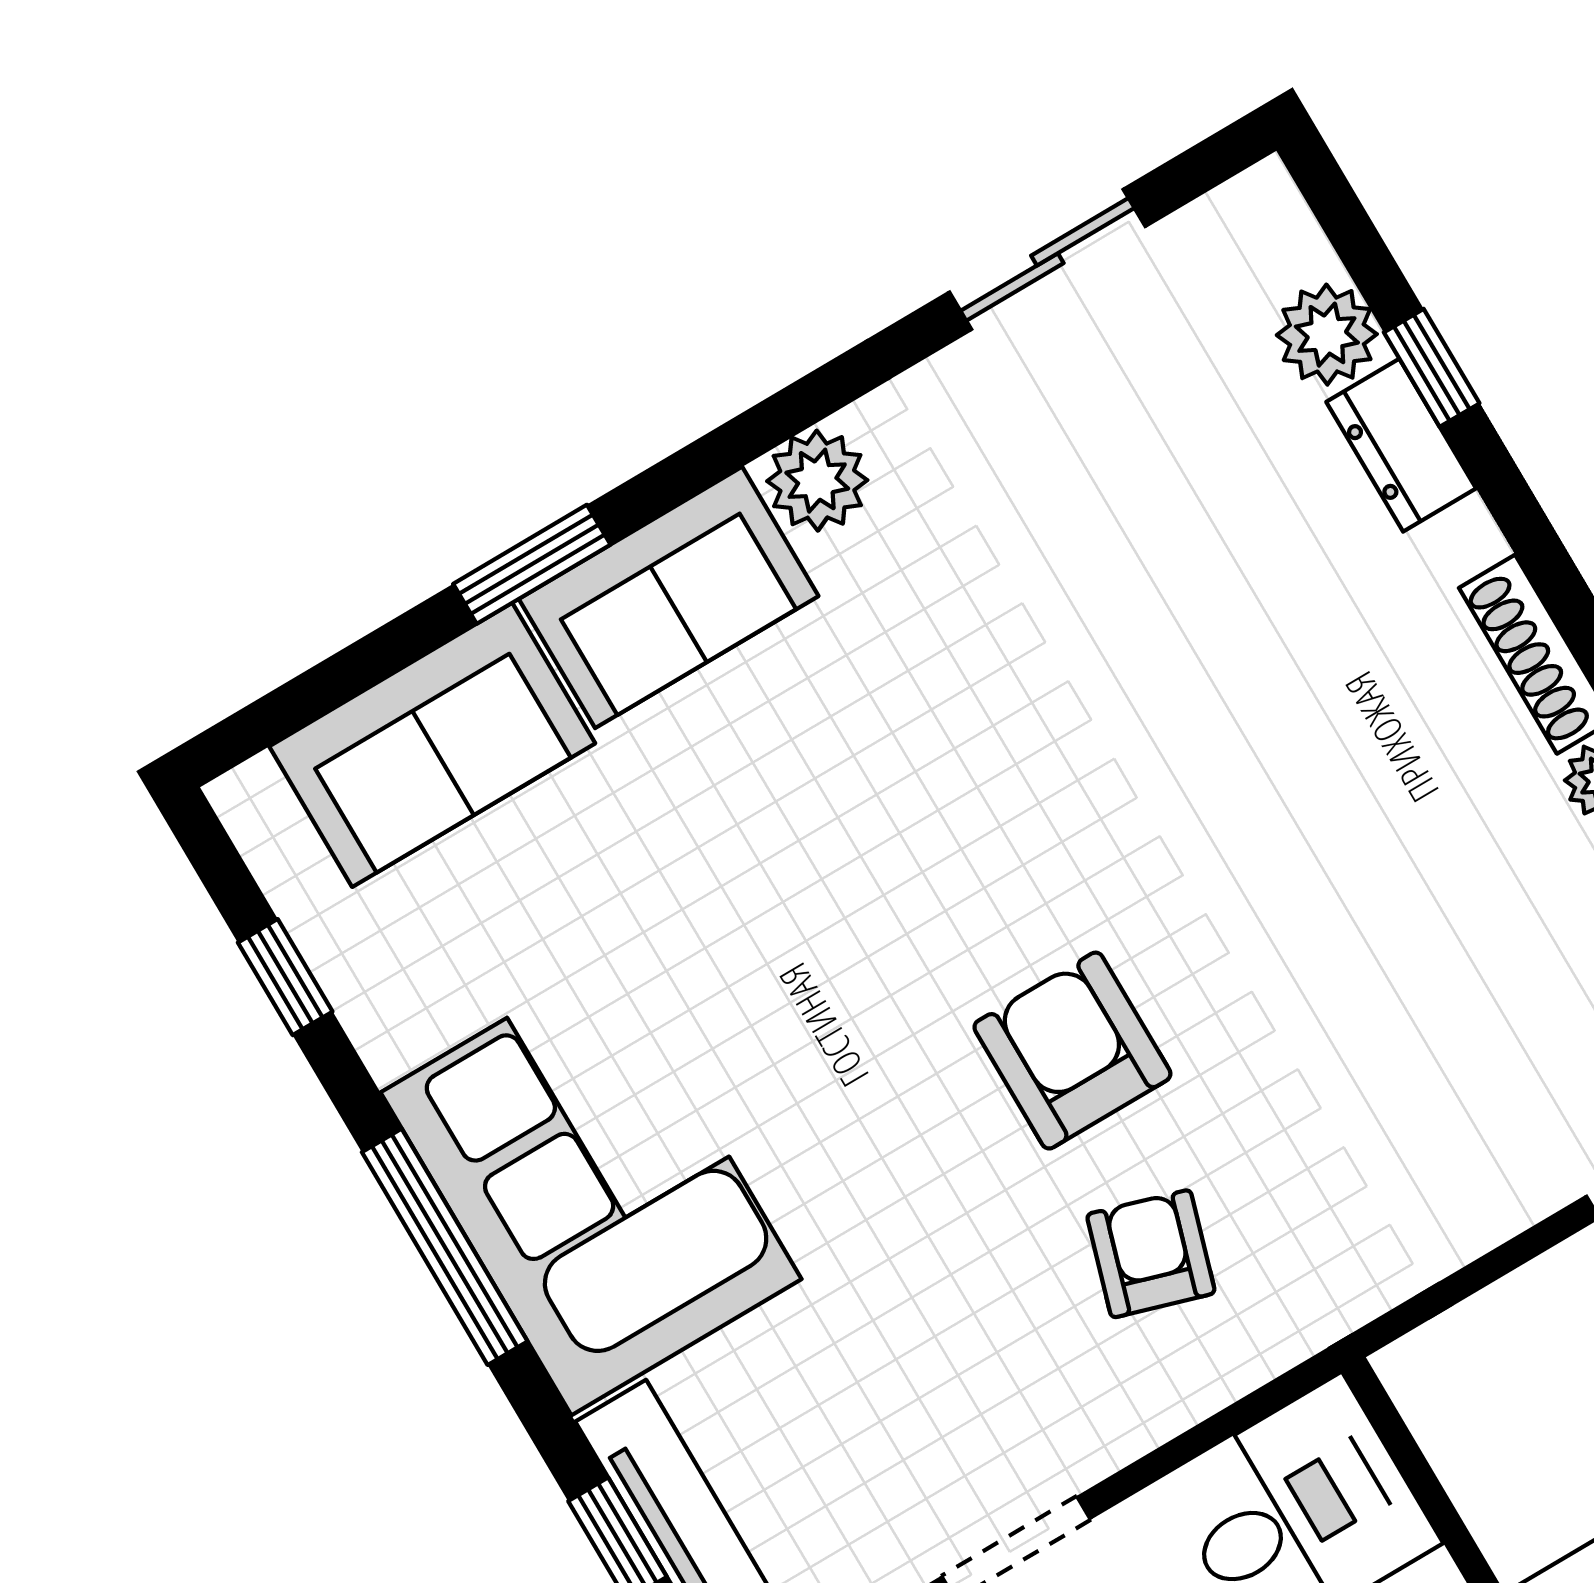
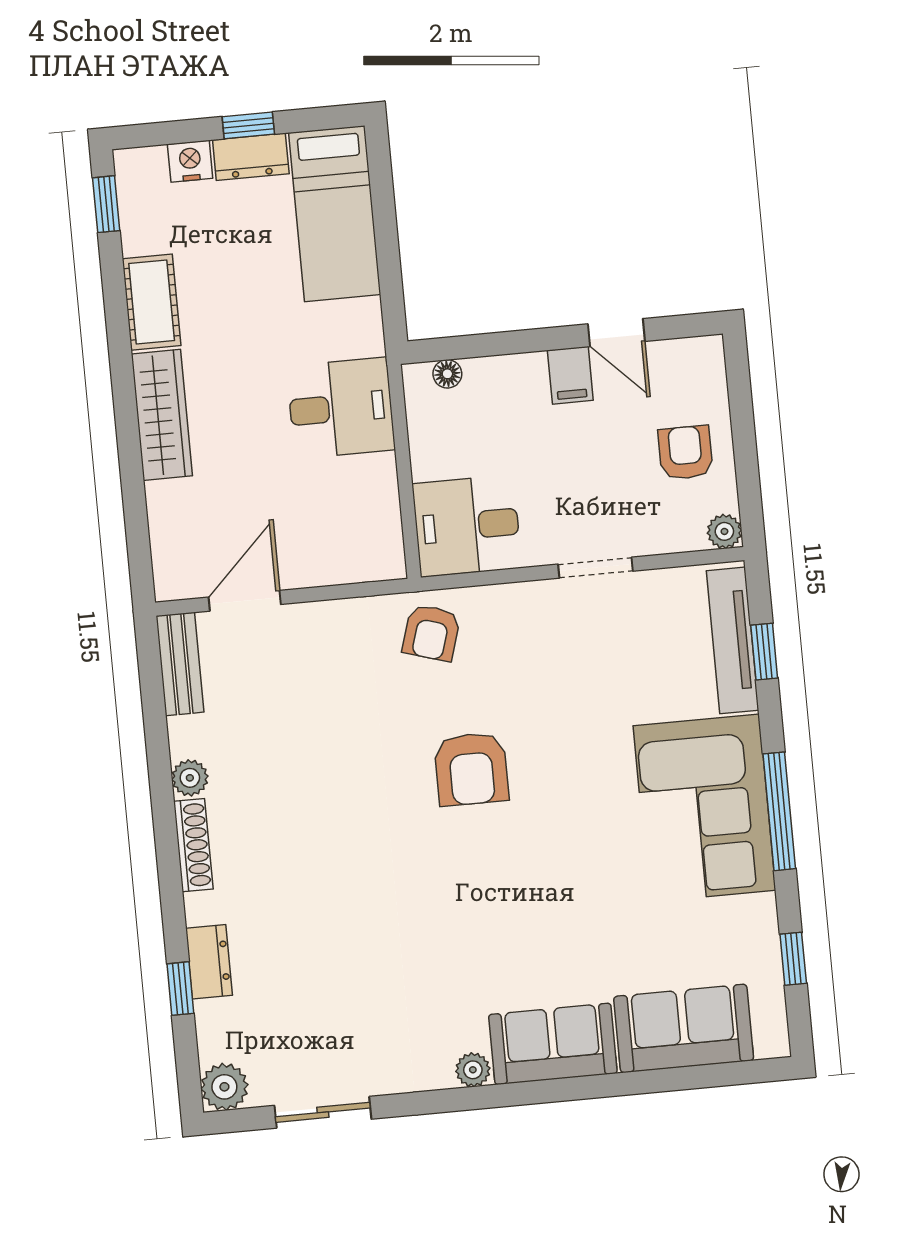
plant: (1327, 335) -> (224, 1087), moved
plant: (817, 481) -> (473, 1070), width x0.73, depth x0.73
window: (532, 564) -> (605, 1086), removed
armchair: (1151, 1254) -> (431, 633), moved

